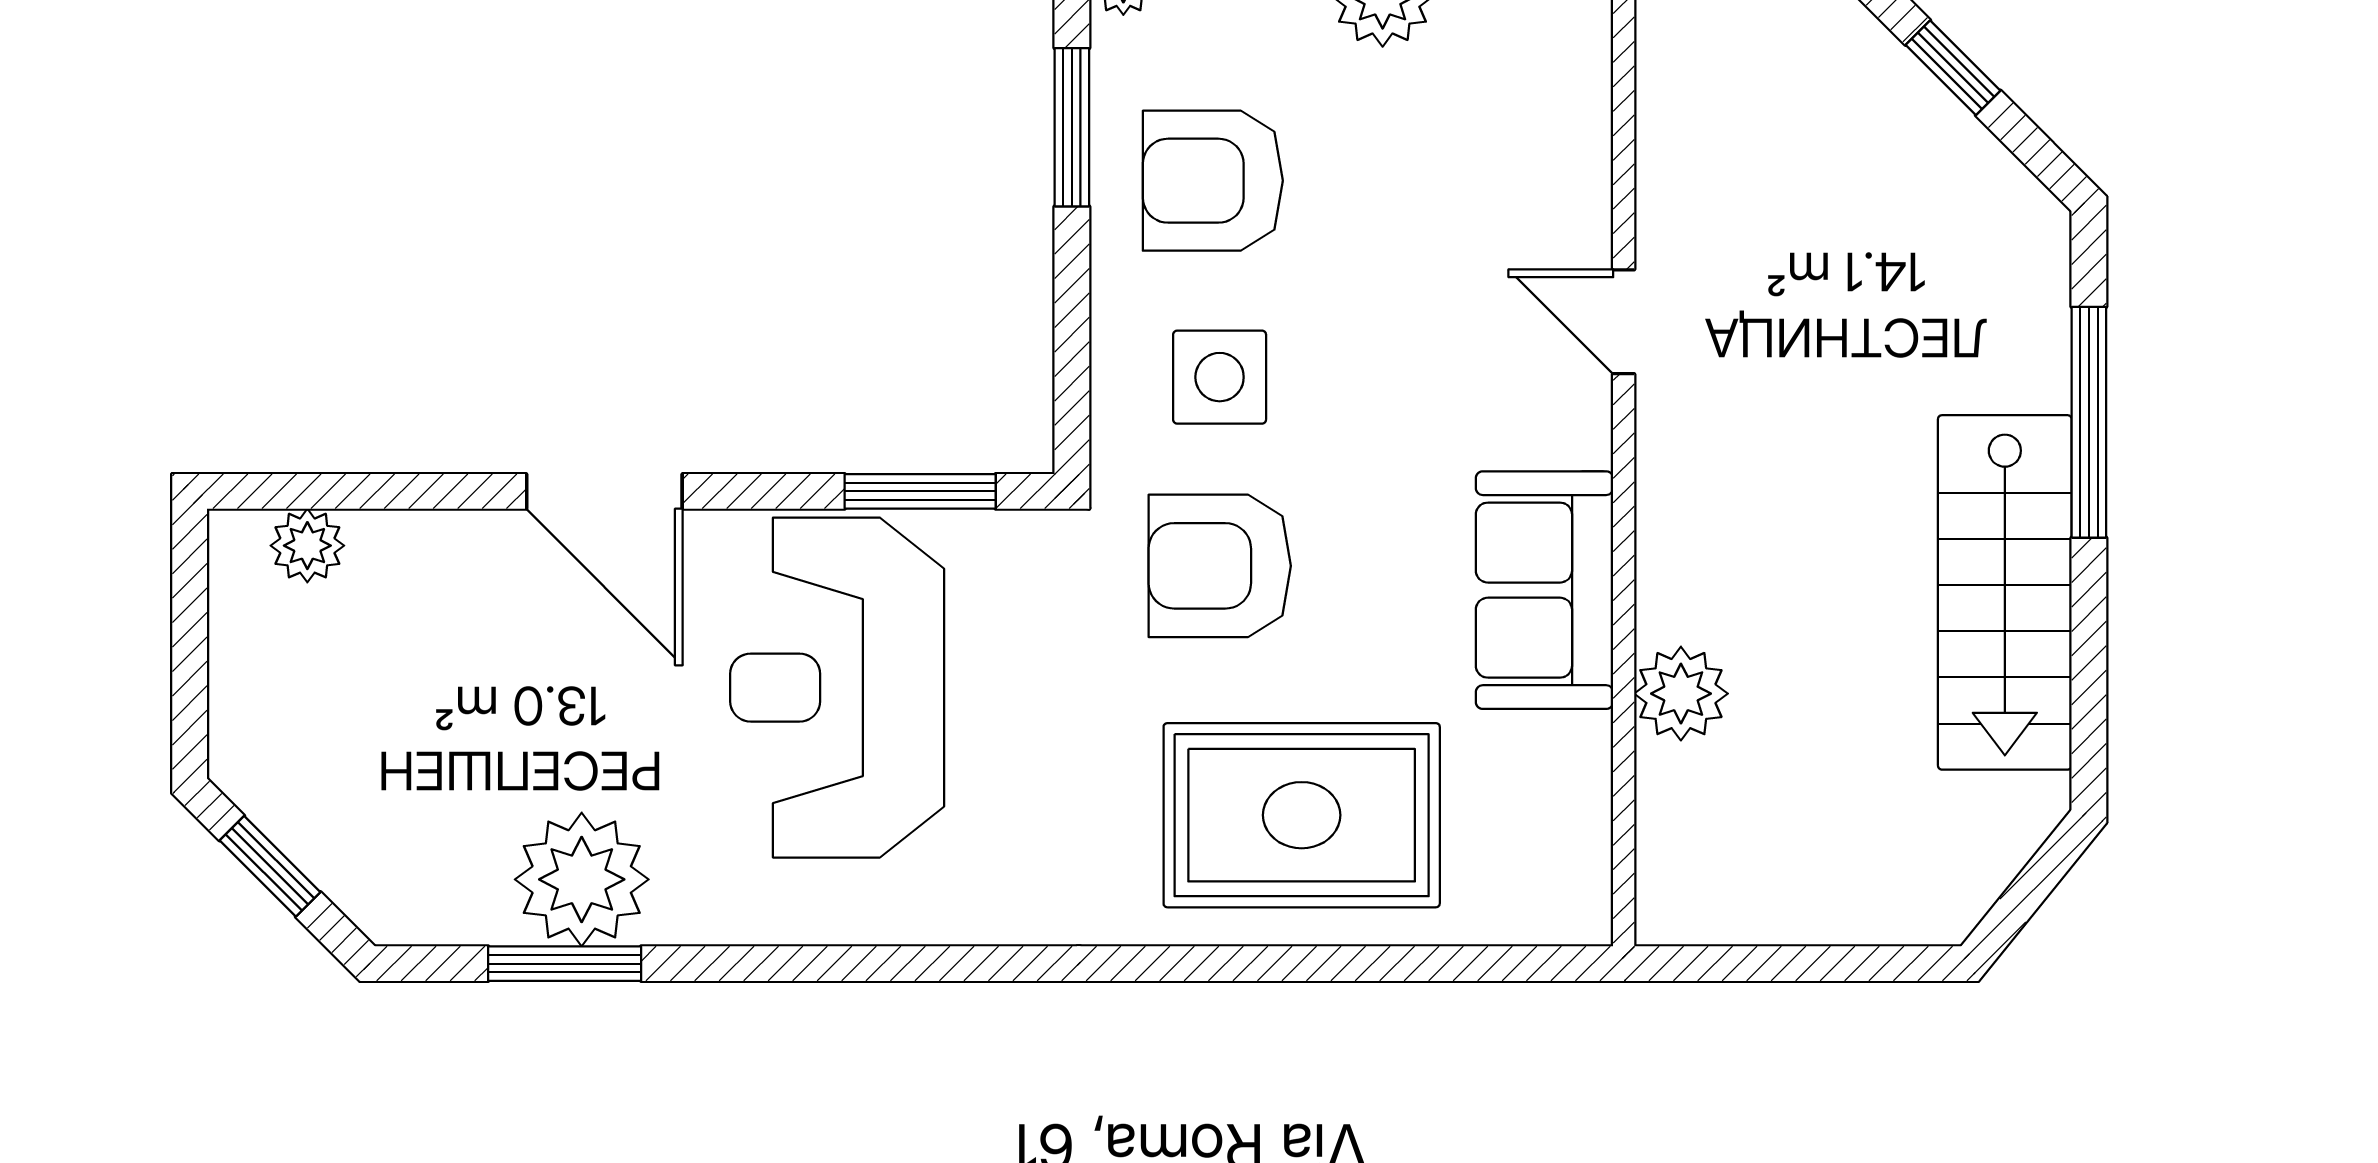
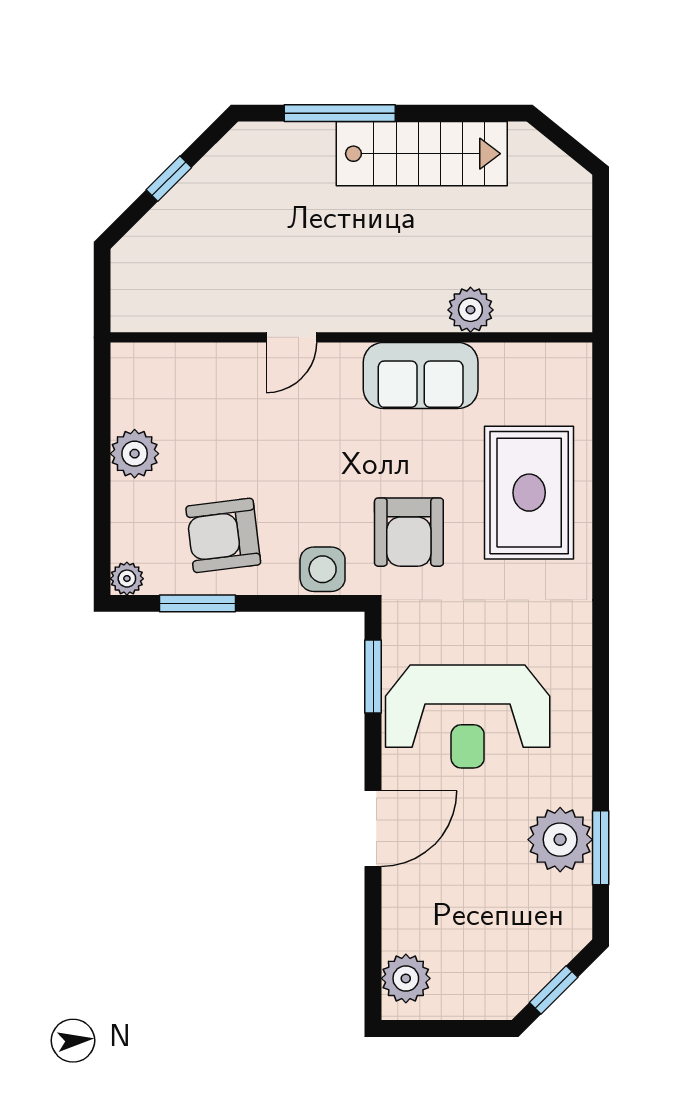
armchair: (1213, 181) -> (223, 535), turned 83
side table: (1220, 377) -> (323, 569), moved
plant: (307, 546) -> (406, 978), width x1.38, depth x1.38

